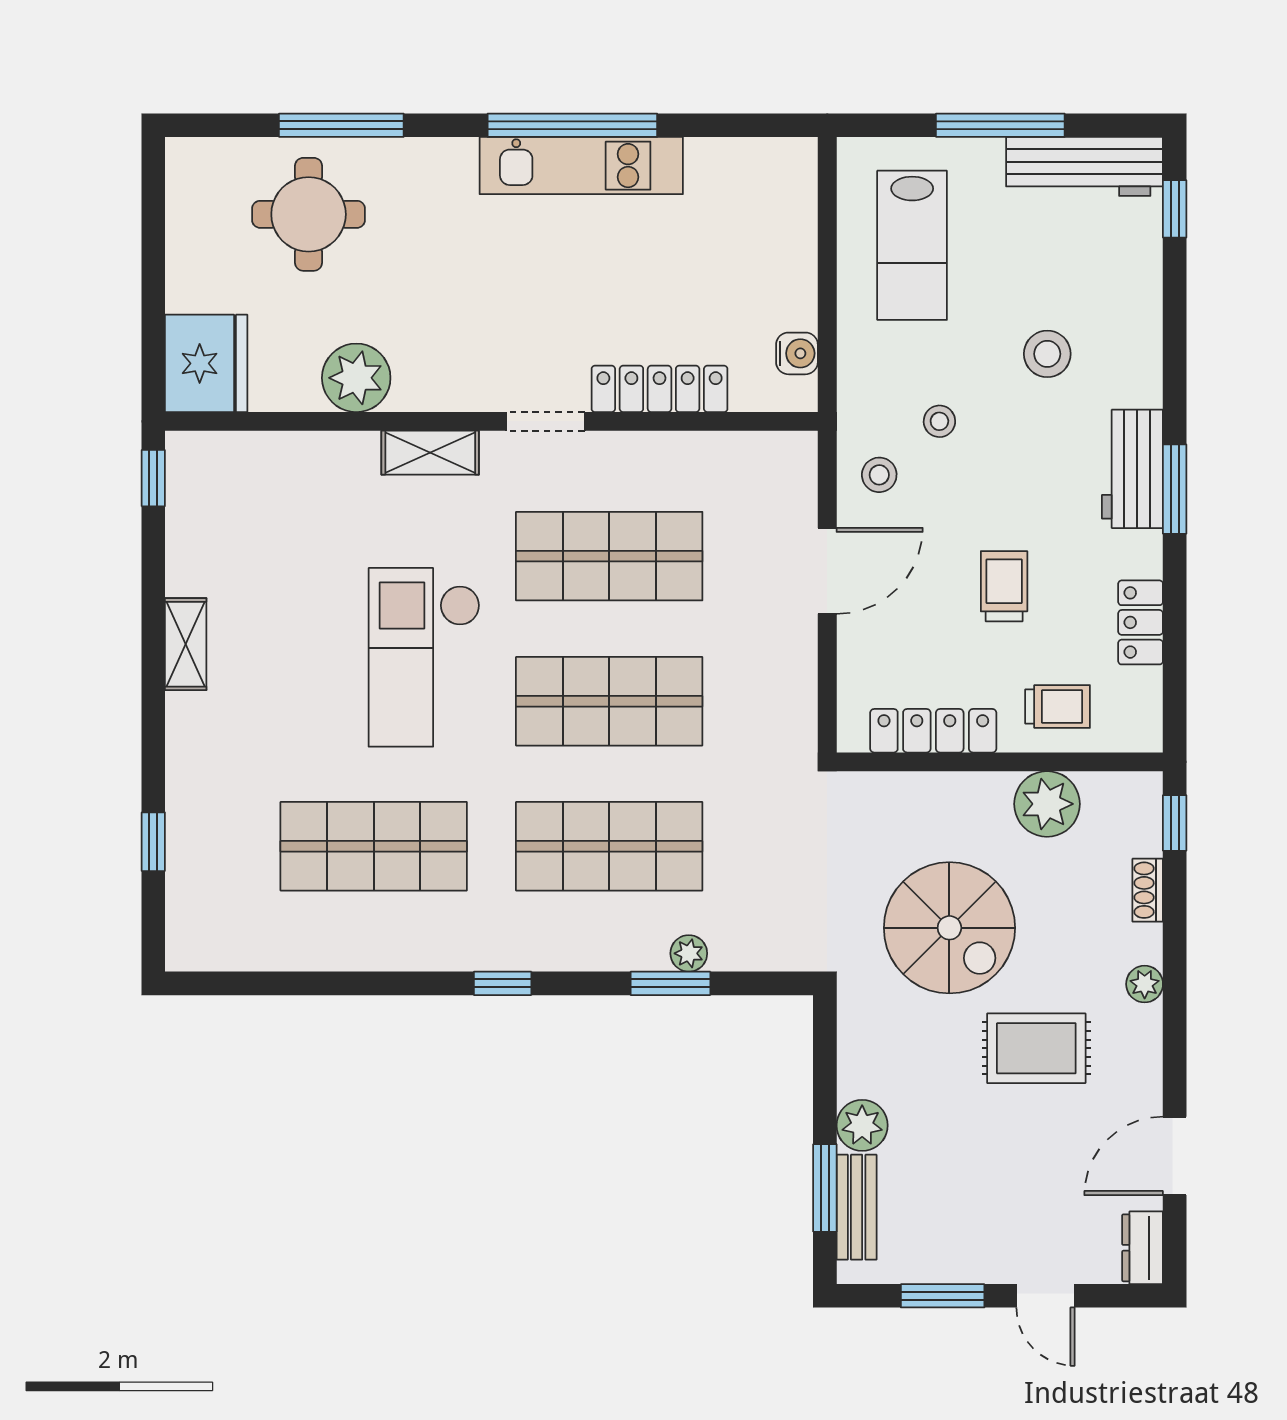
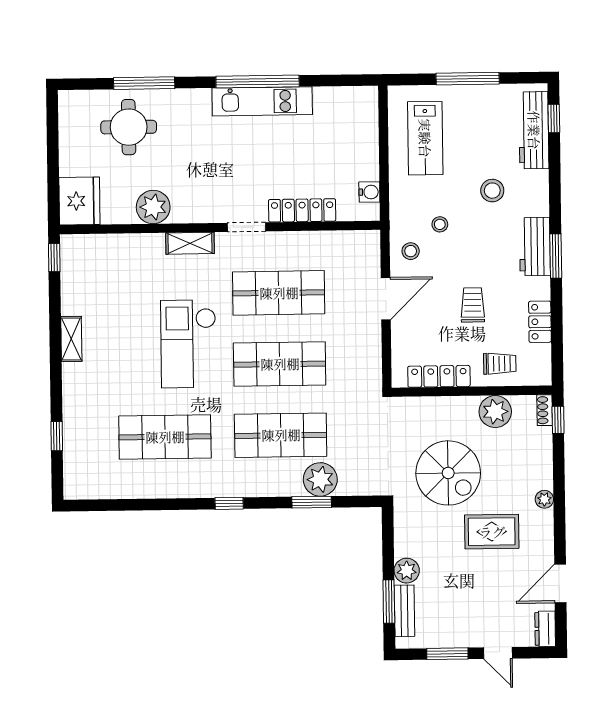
workbench: (1085, 166) -> (534, 130), moved, turned 90
shoe rack: (1148, 890) -> (545, 410), moved
plant: (689, 953) -> (320, 479), width x1.87, depth x1.87

